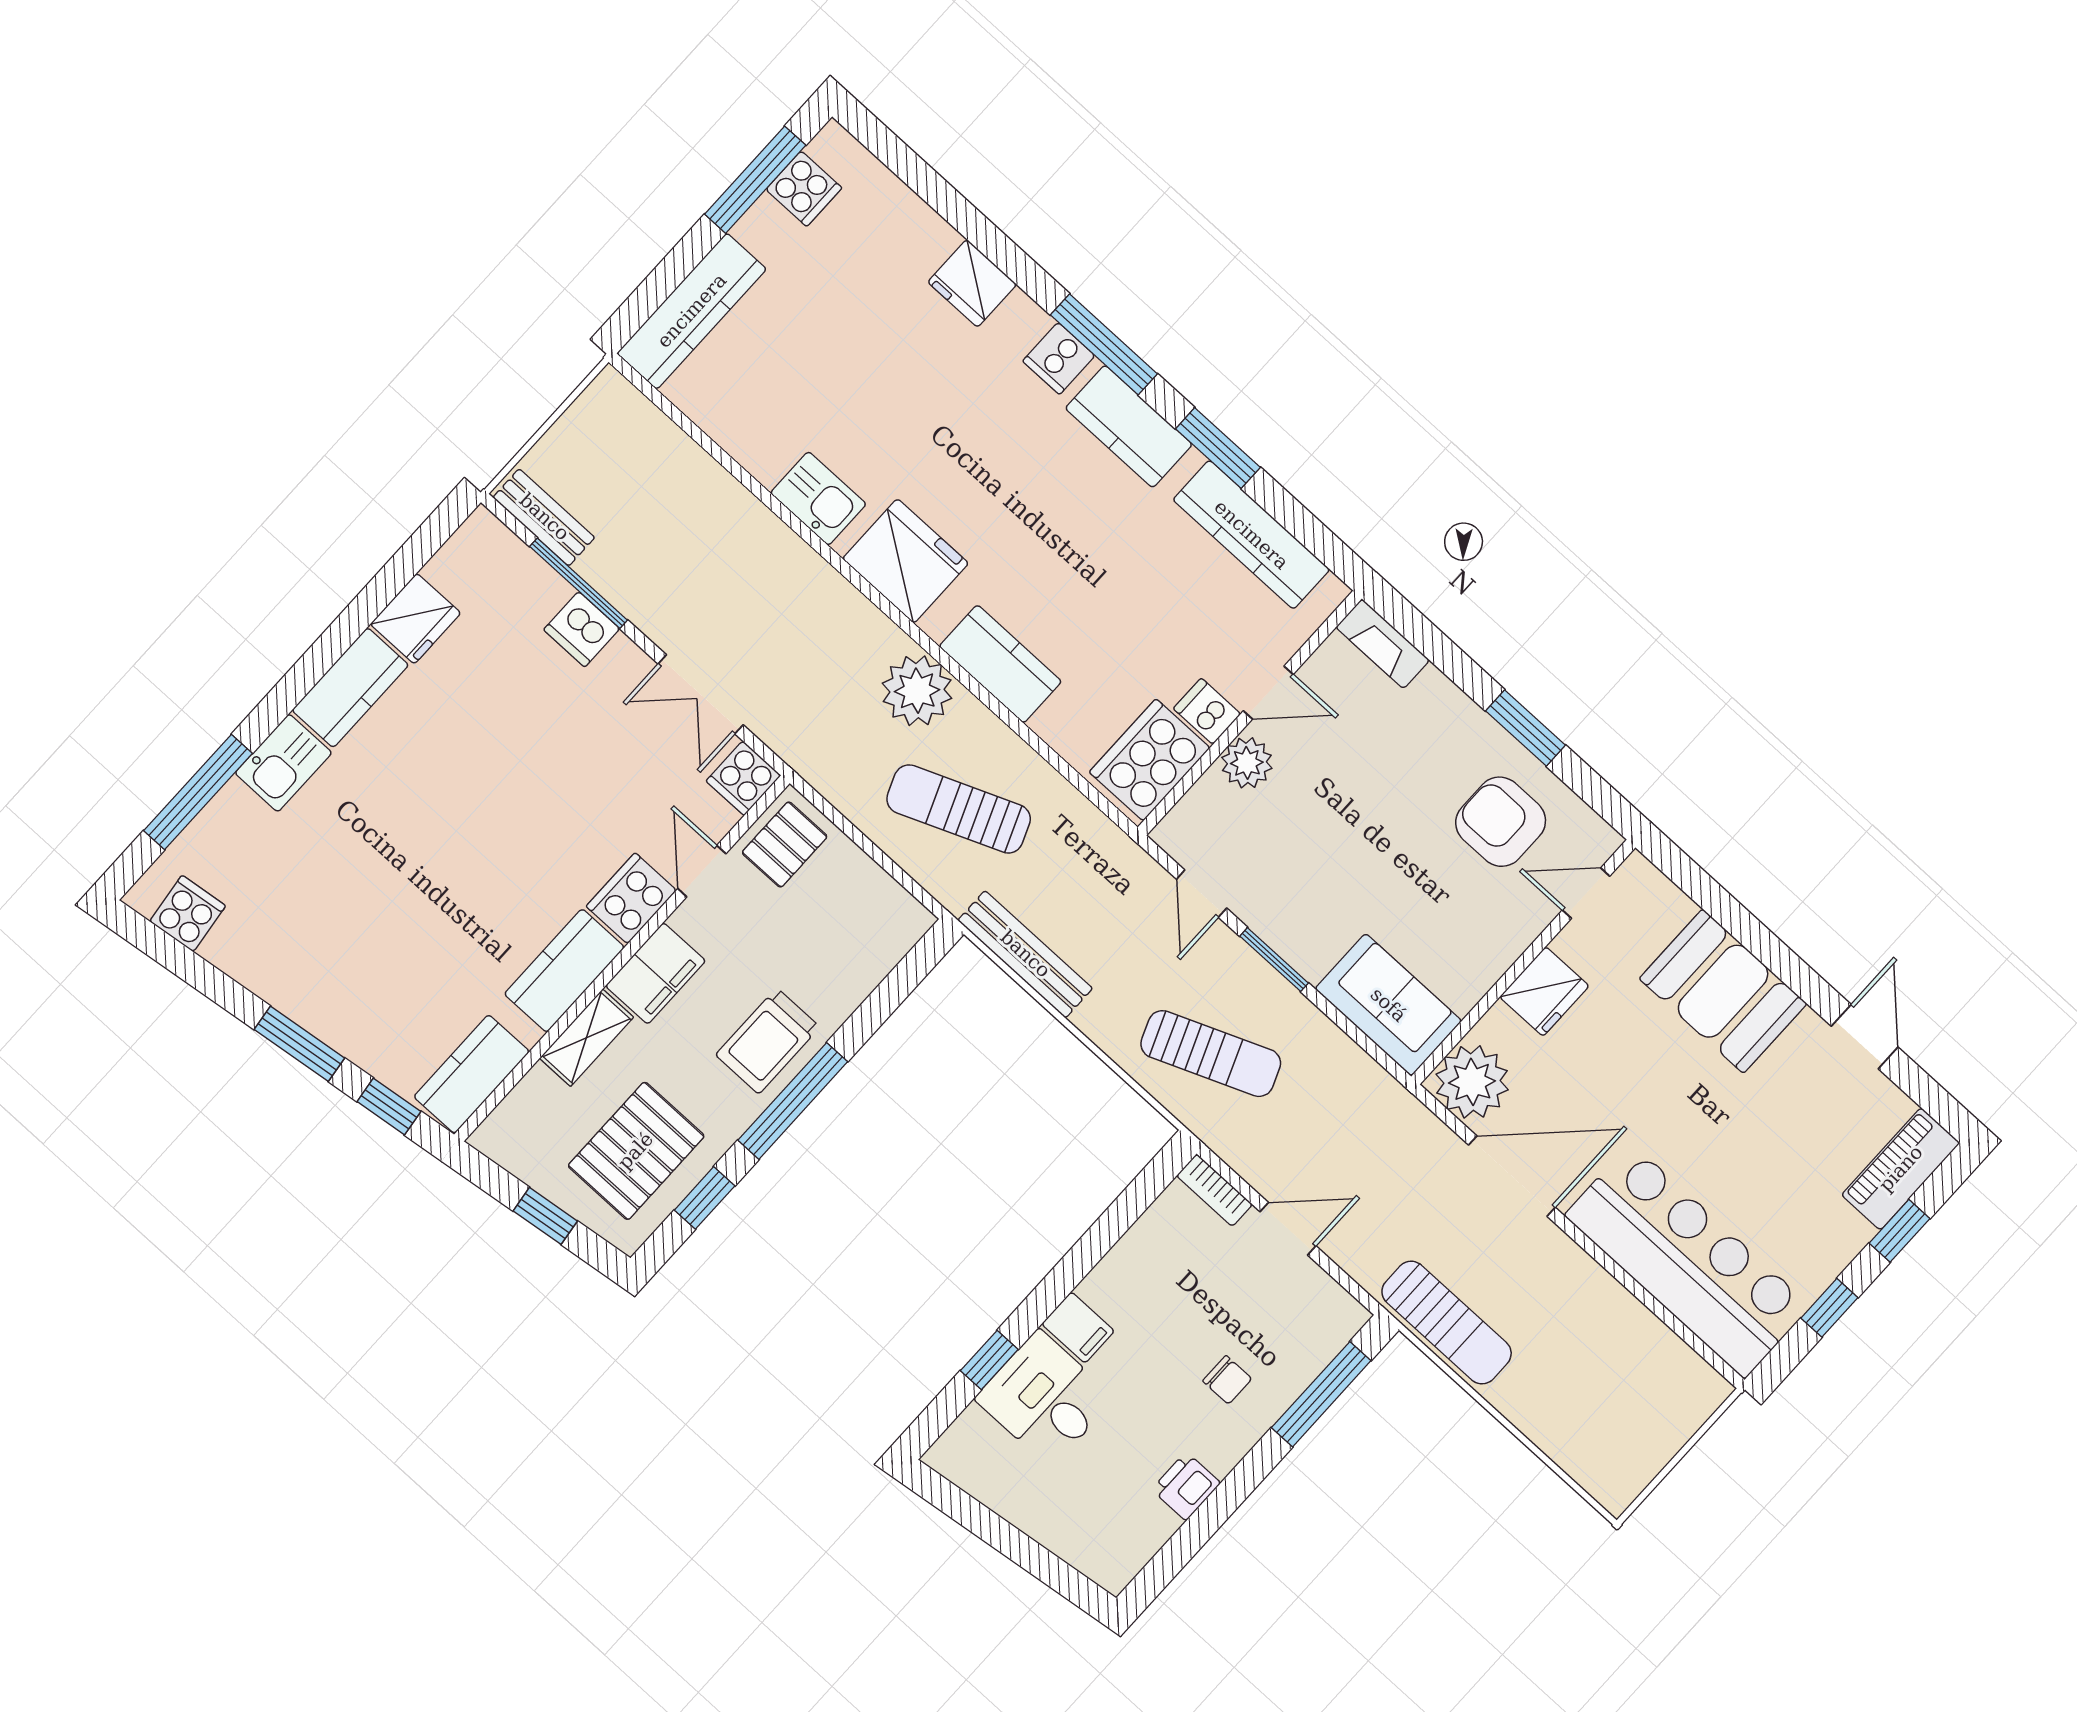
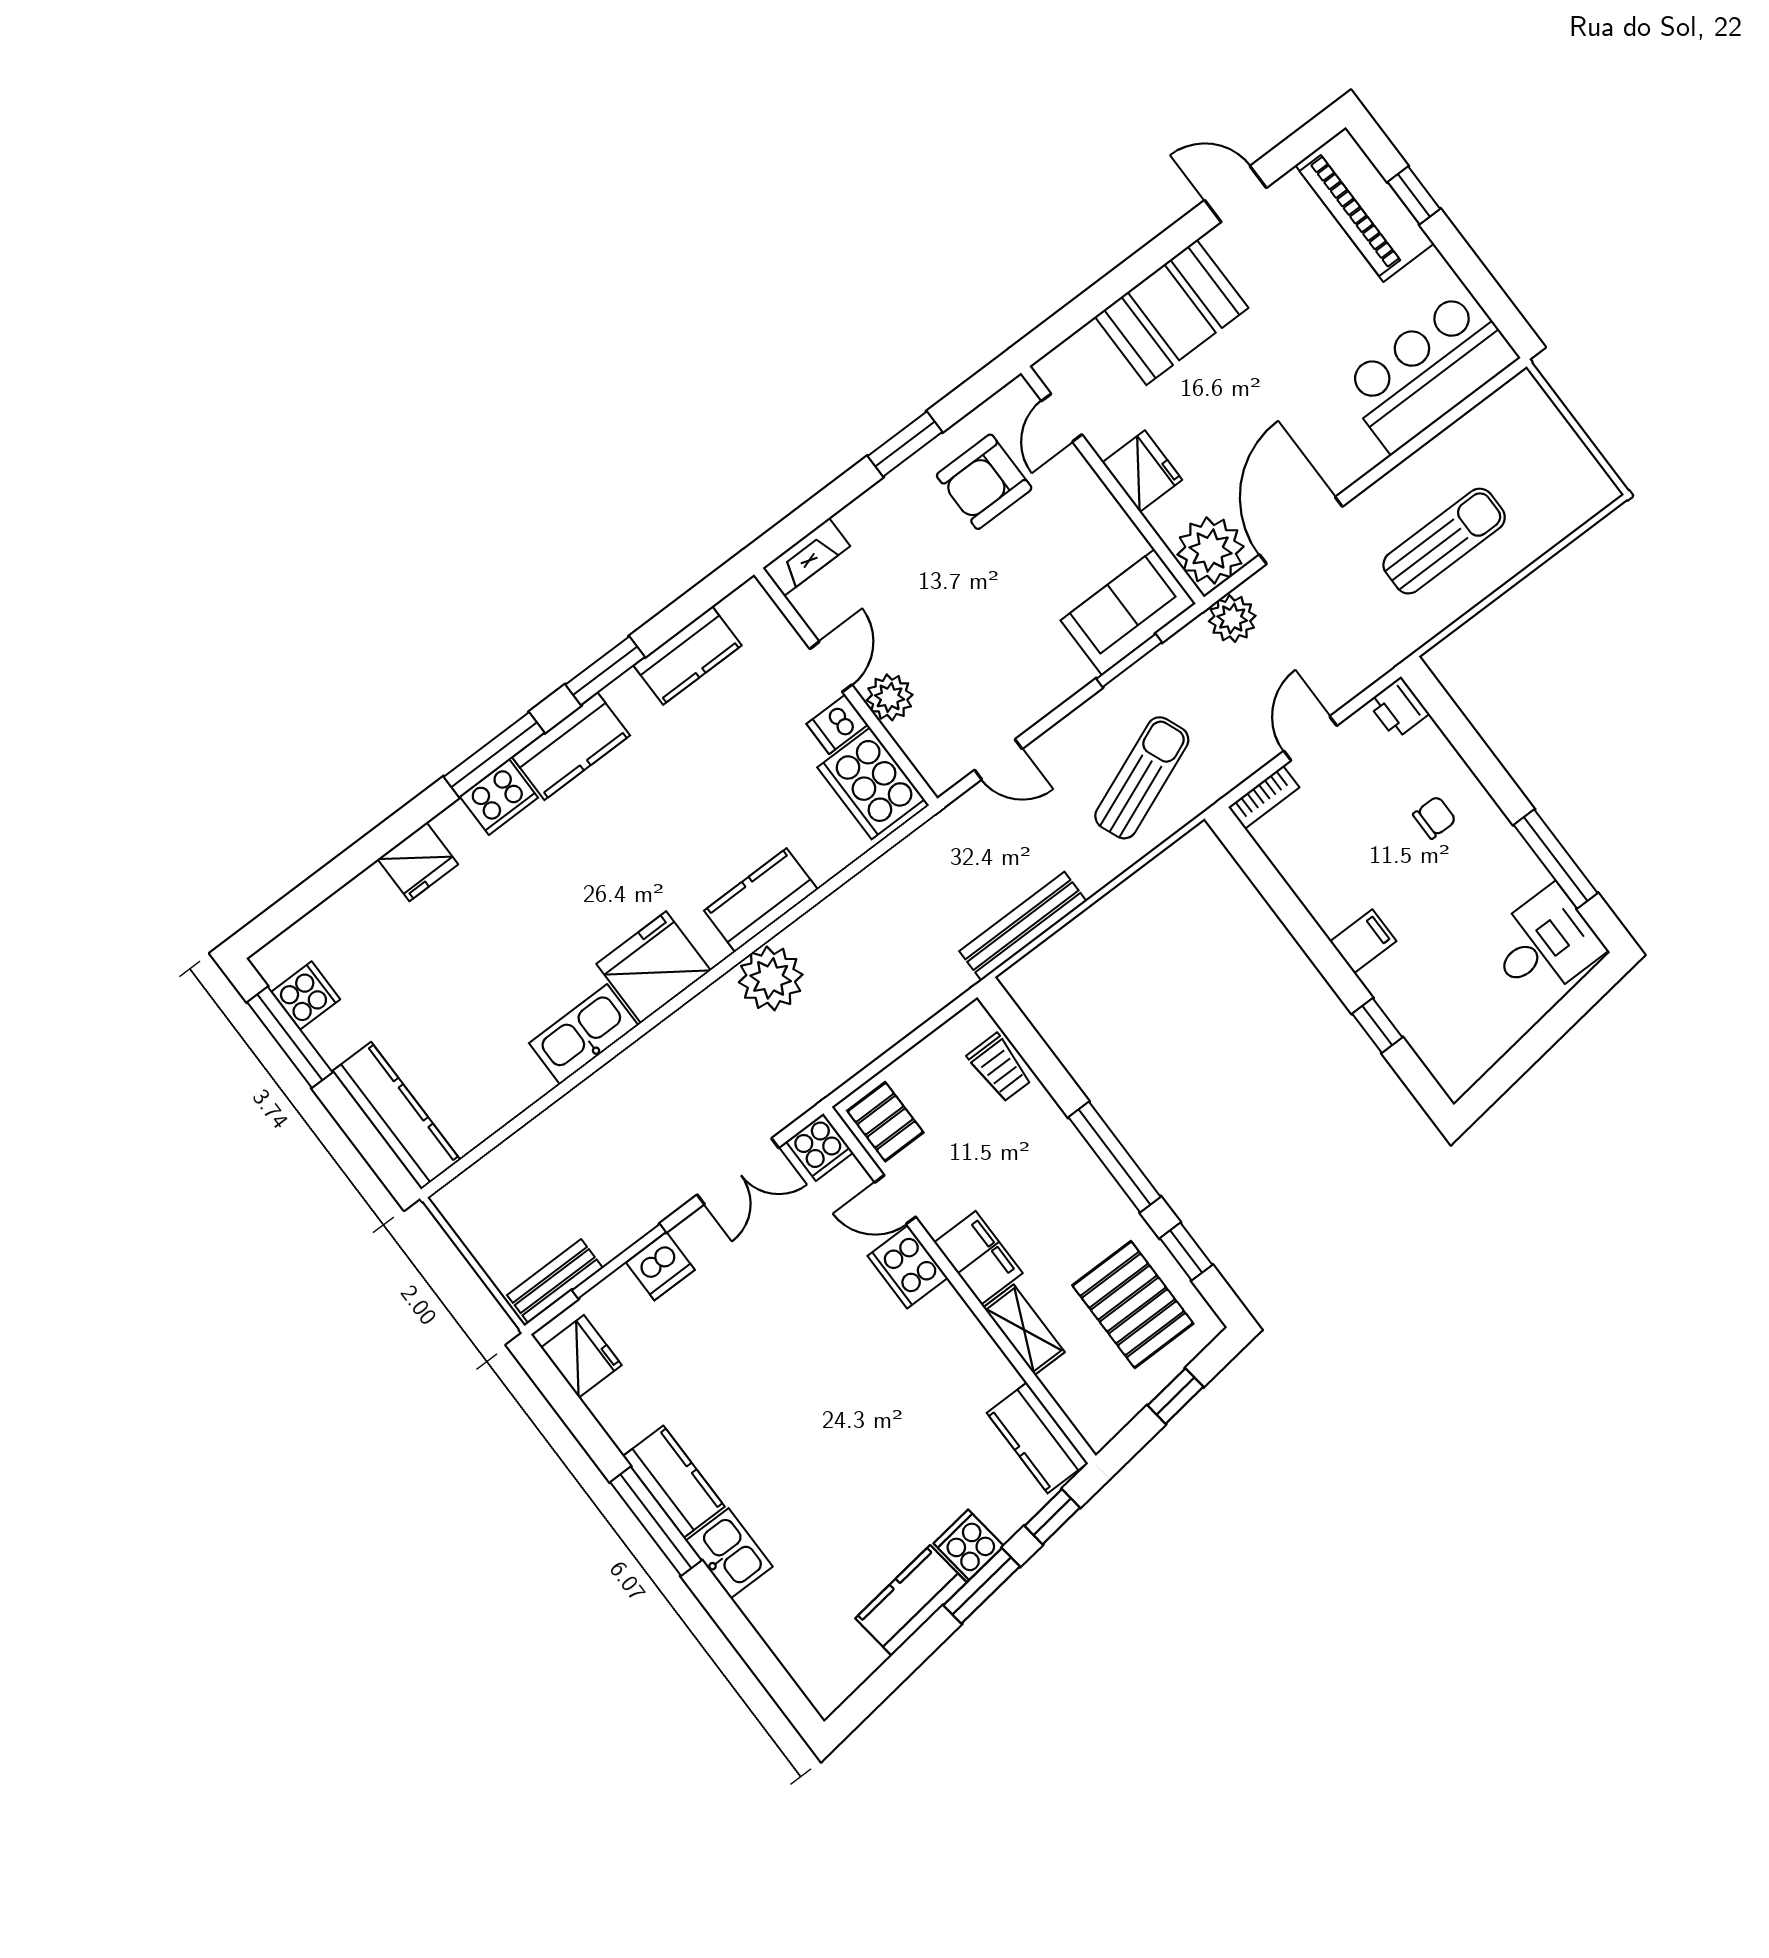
cooker: (1059, 358) -> (499, 797), width x1.36
kitchen sink: (818, 498) -> (584, 1034), width x1.38
kitchen counter: (1251, 535) -> (688, 655), width x0.67
fridge: (416, 619) -> (581, 1356), moved
window: (198, 792) -> (656, 1521), moved
sun lounger: (959, 809) -> (883, 961), removed
cooker: (188, 914) -> (969, 1545), moved
window: (1274, 960) -> (1129, 660), moved
kitchen counter: (564, 971) -> (911, 1600), moved, turned 83
trolley: (768, 1041) -> (999, 1068), moved, width x0.73, depth x0.72
plant: (1402, 1119) -> (1232, 619), added
piano: (1901, 1169) -> (1365, 204), width x1.37, depth x1.33
bar counter: (1688, 1261) -> (1429, 371), width x0.73
window: (1829, 1308) -> (1471, 270), removed
sun lounger: (1447, 1323) -> (1444, 541), moved
window: (1321, 1394) -> (1556, 859), moved
desk: (1045, 1398) -> (1544, 944), moved, turned 180
printer: (1186, 1486) -> (1398, 708), moved

